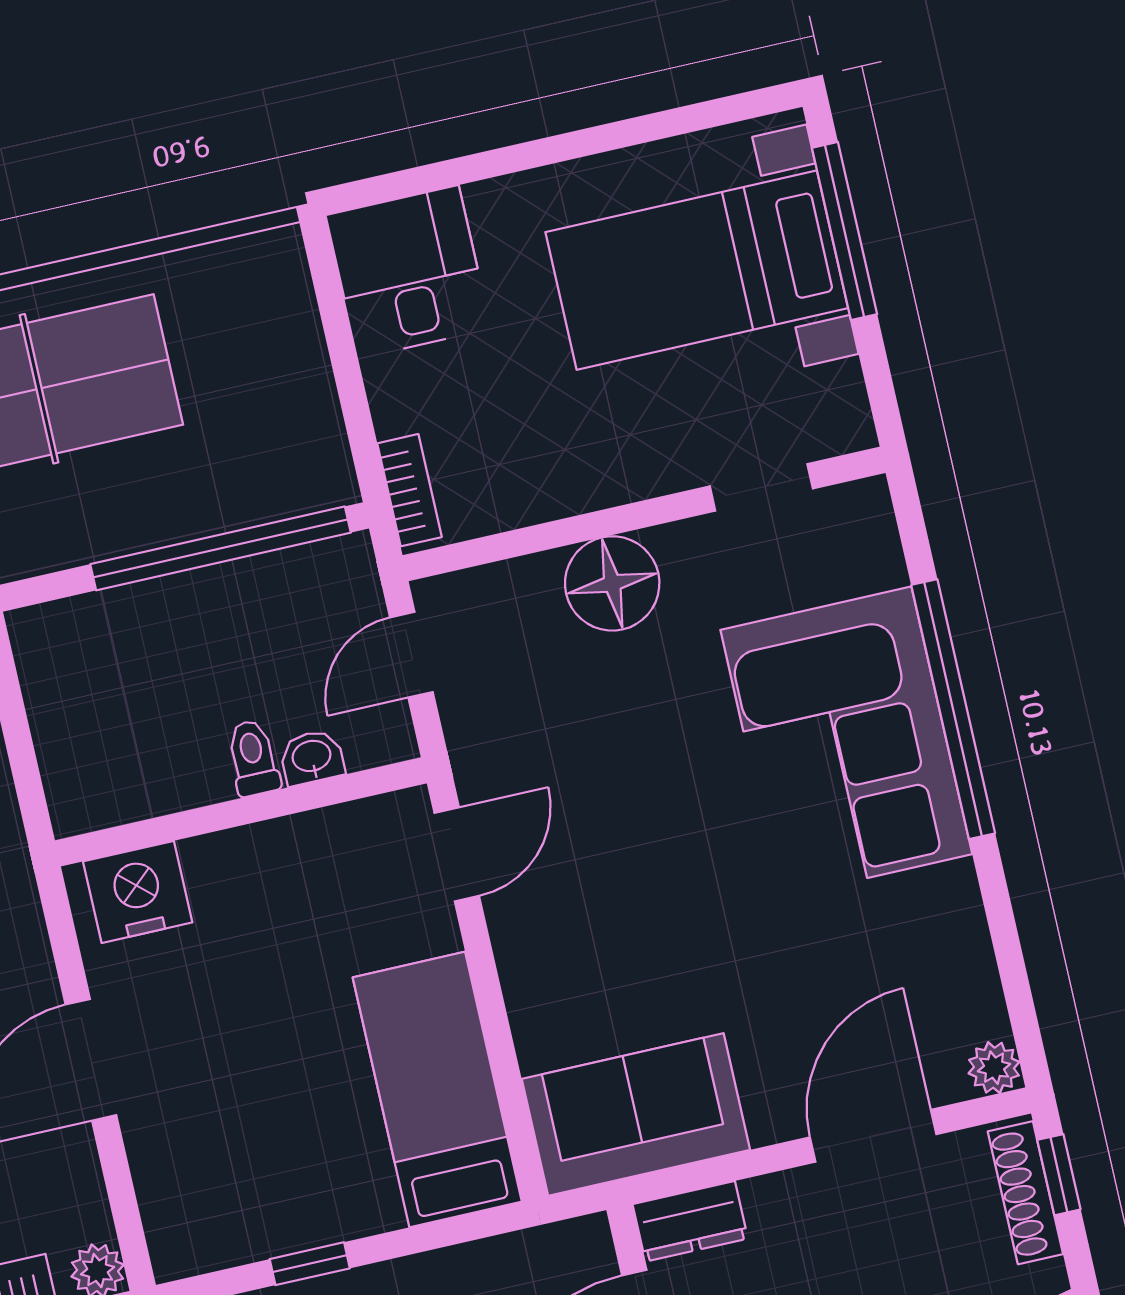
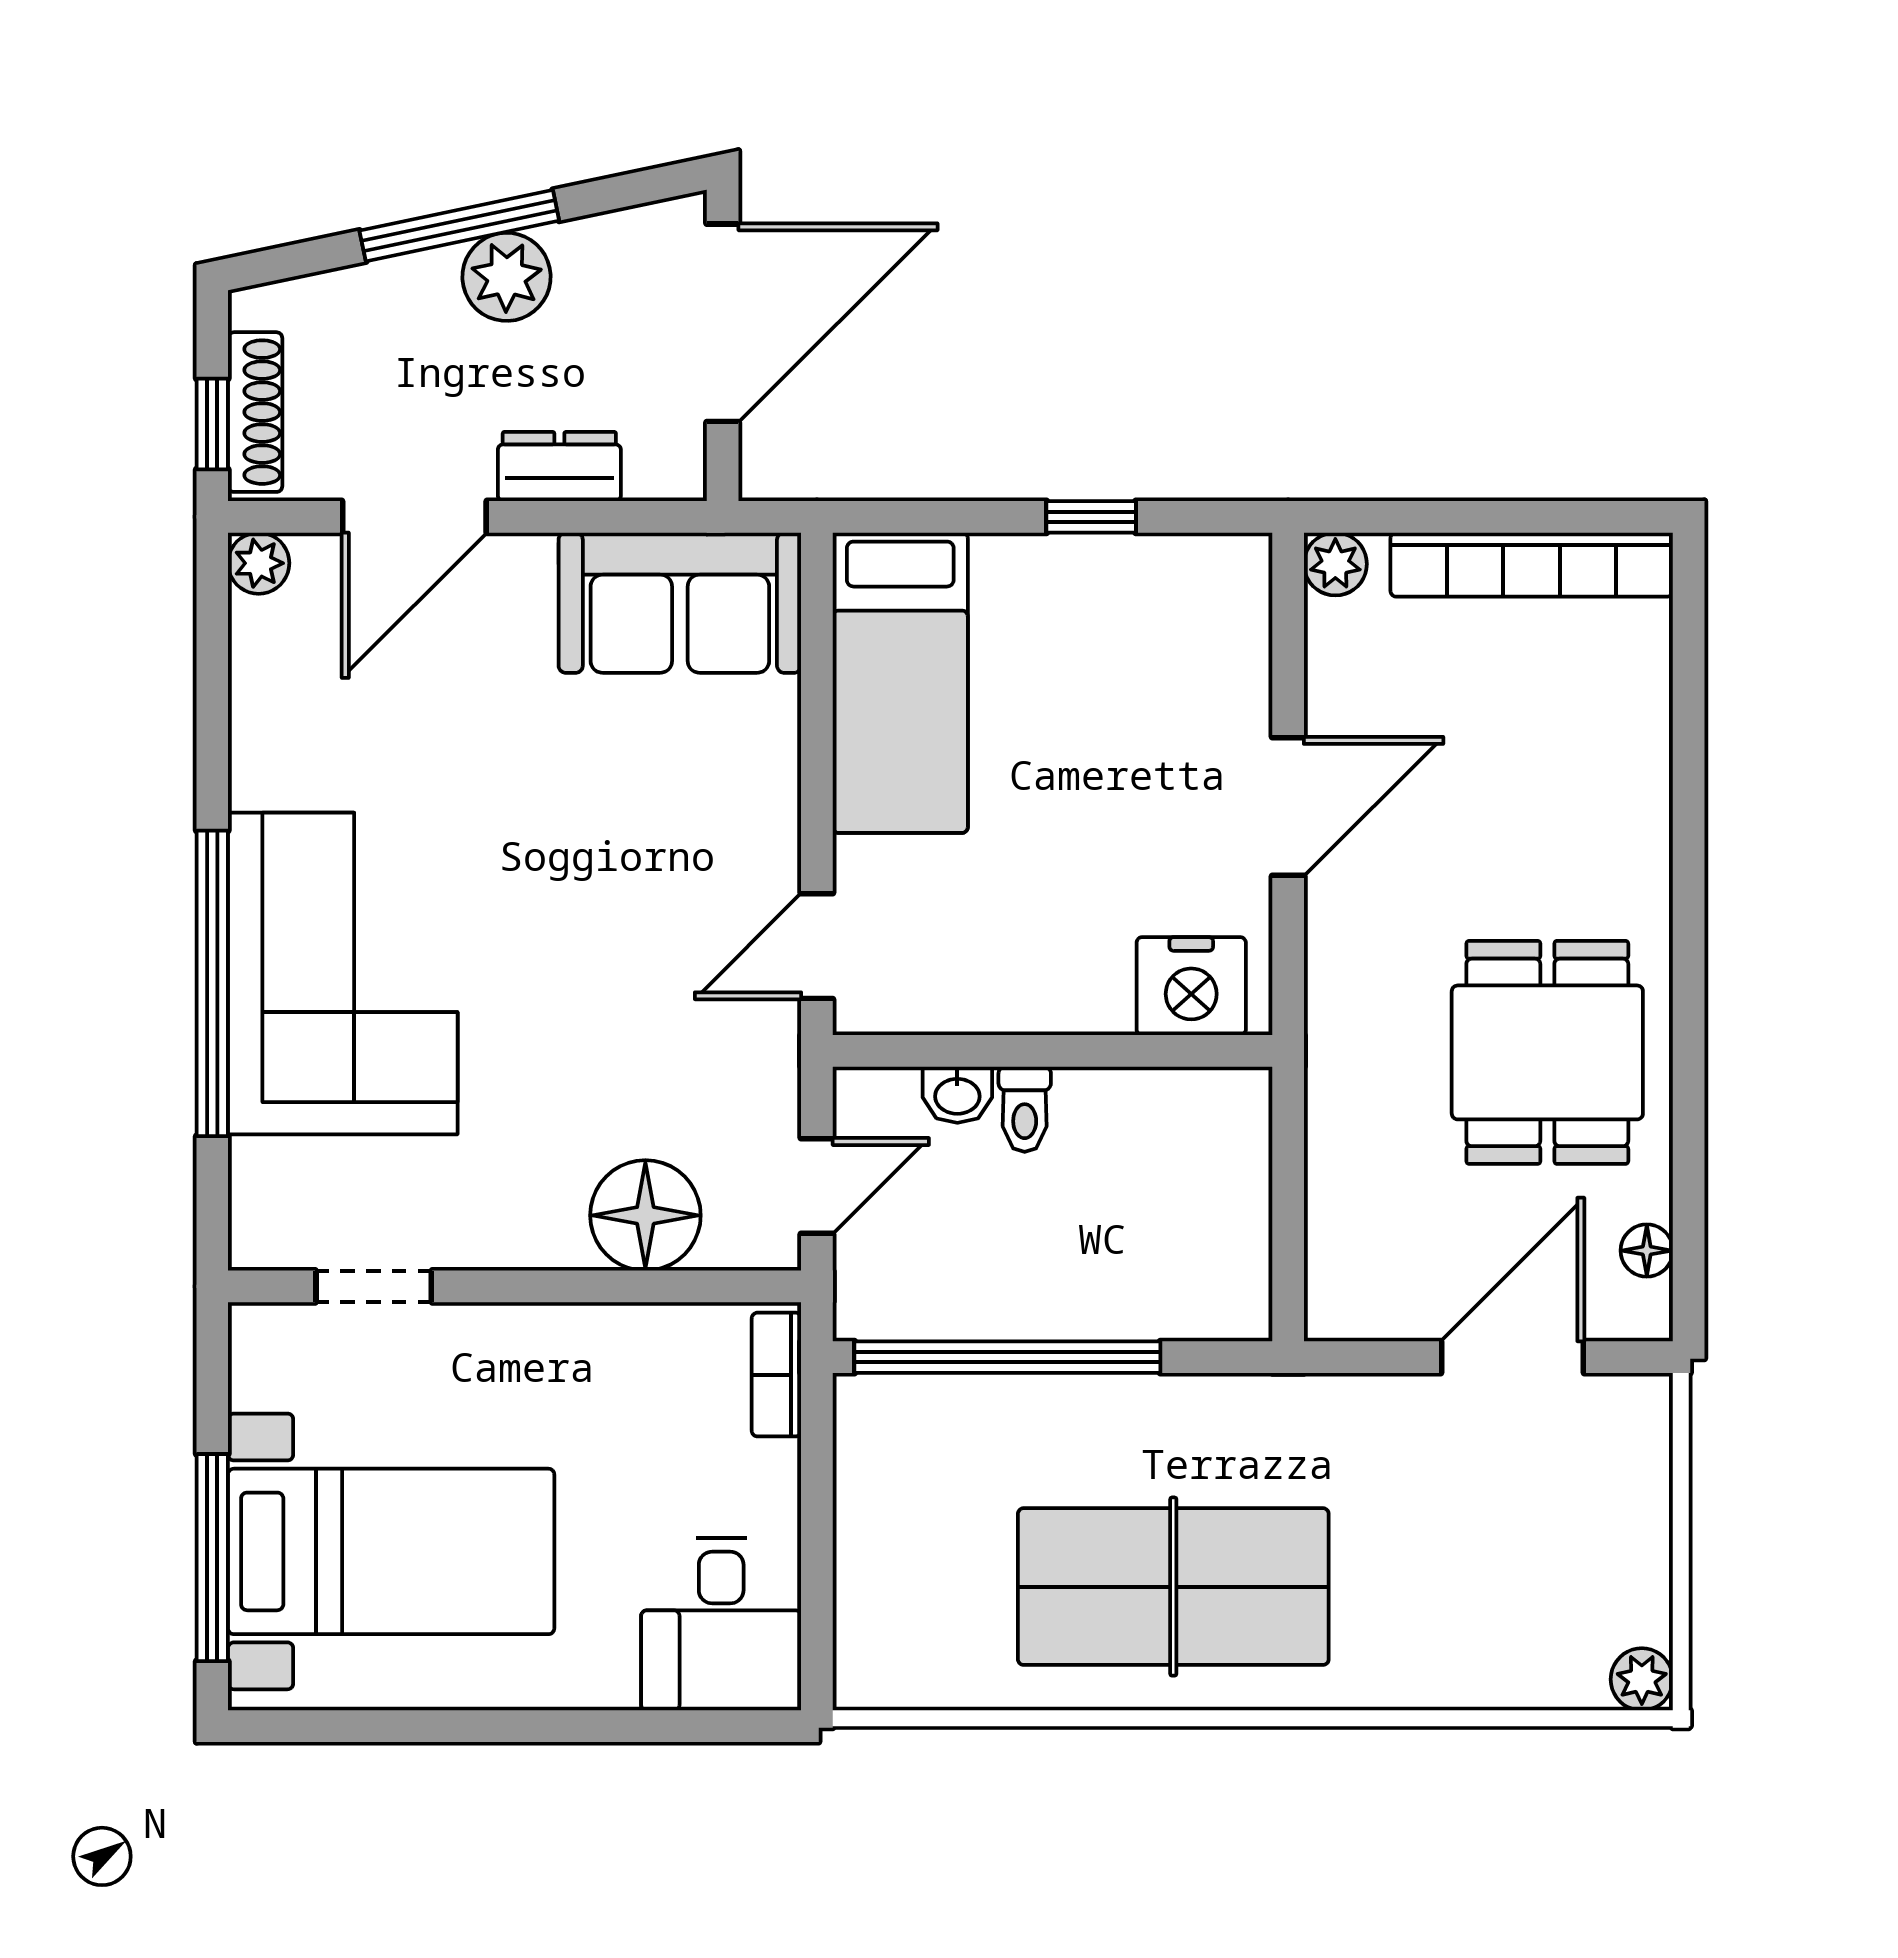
floor lamp: (612, 583) -> (645, 1215), moved
dresser: (690, 1221) -> (559, 466), moved

